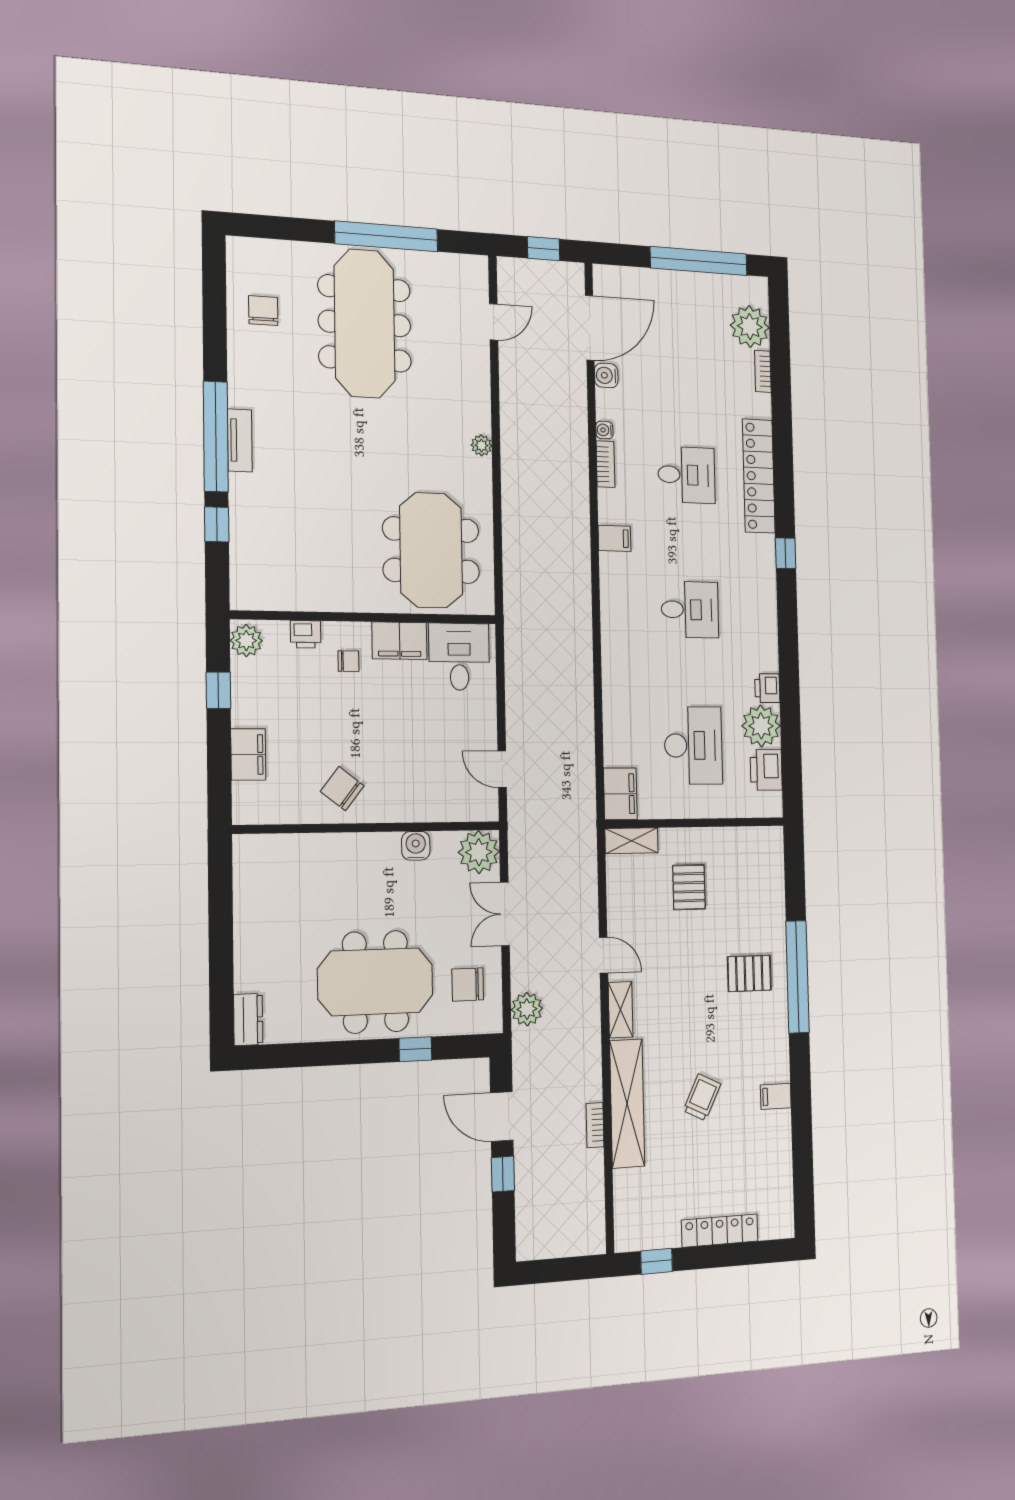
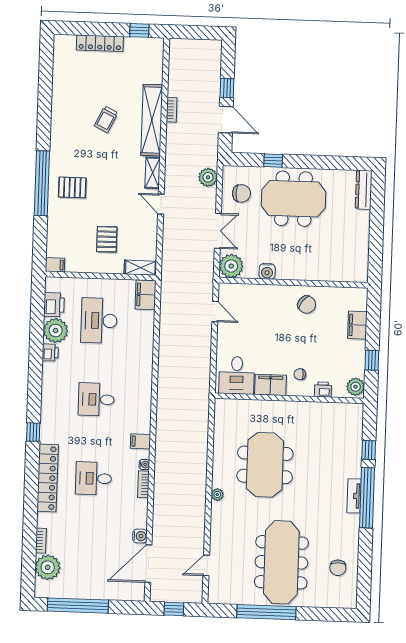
water cooler: (604, 430) -> (144, 465), moved
meeting table: (431, 550) -> (265, 465), moved
dresser: (248, 1020) -> (364, 190), width x1.44
filing cabinet: (776, 1096) -> (55, 265), moved

